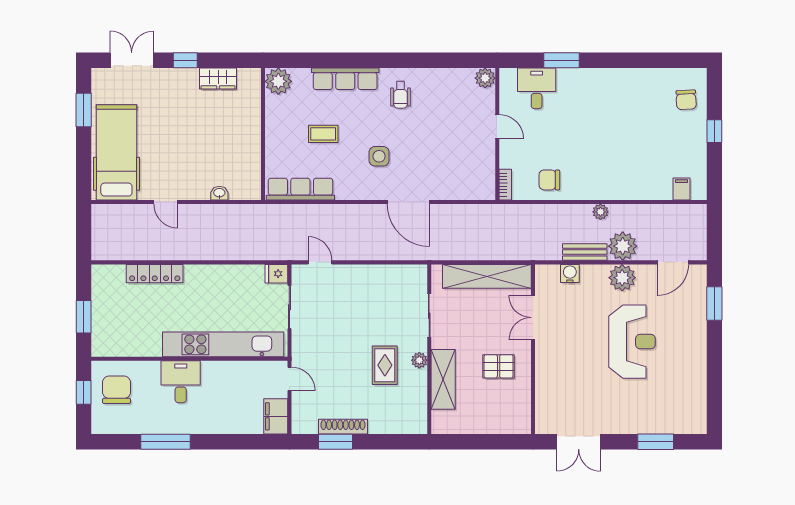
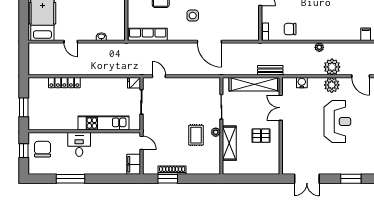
bench: (585, 252) -> (270, 70), moved
door: (673, 262) -> (361, 76), hinge flipped
kitchen unit: (223, 344) -> (104, 123), width x0.73

